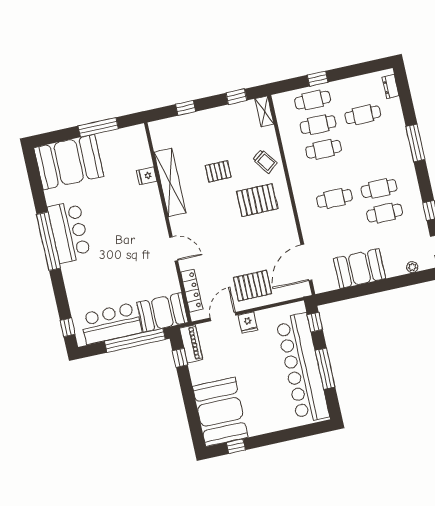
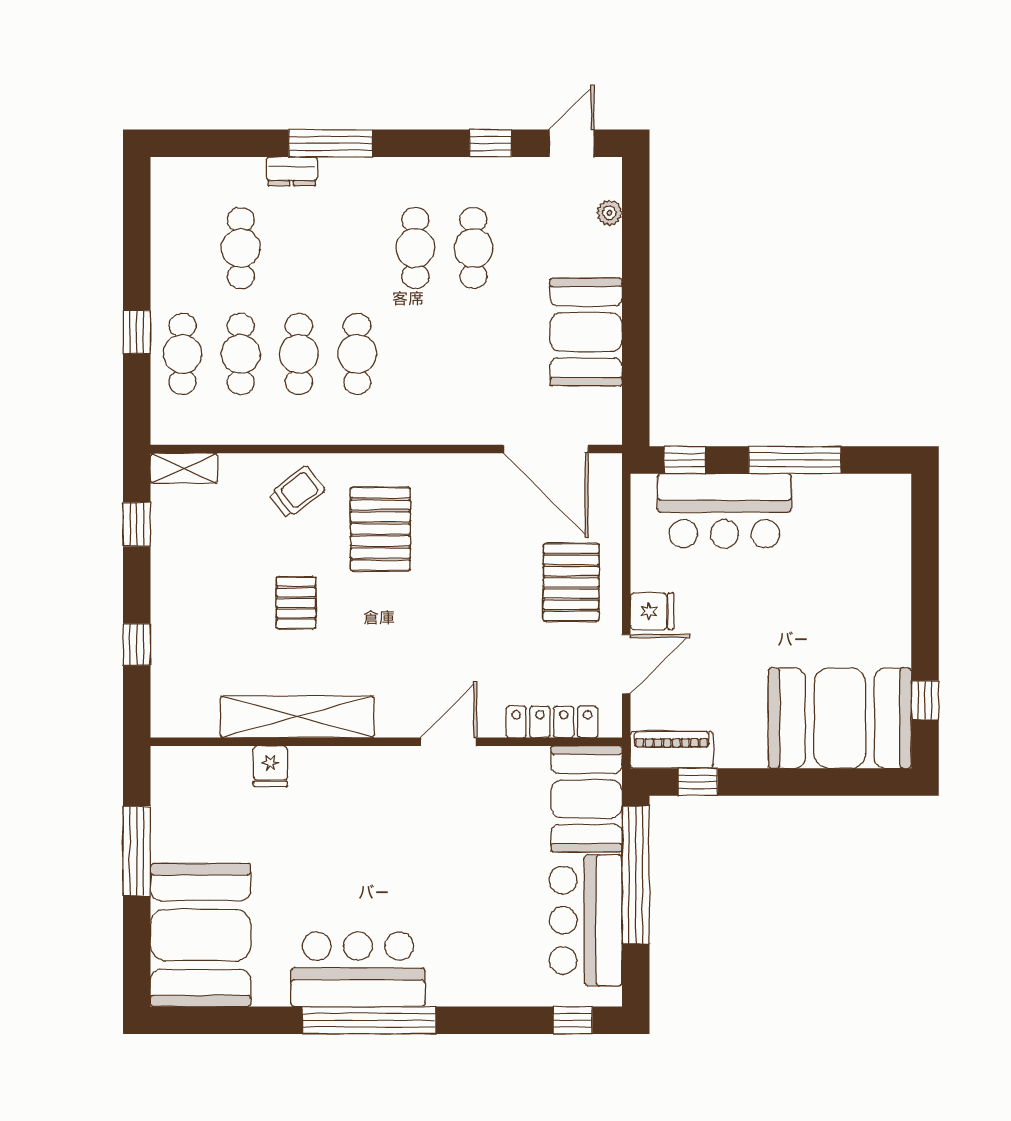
dresser: (390, 86) -> (292, 171), moved
cafe table: (334, 198) -> (357, 354), moved
door: (223, 317) -> (626, 664), swing flipped
bar counter: (302, 368) -> (724, 511), width x0.54

